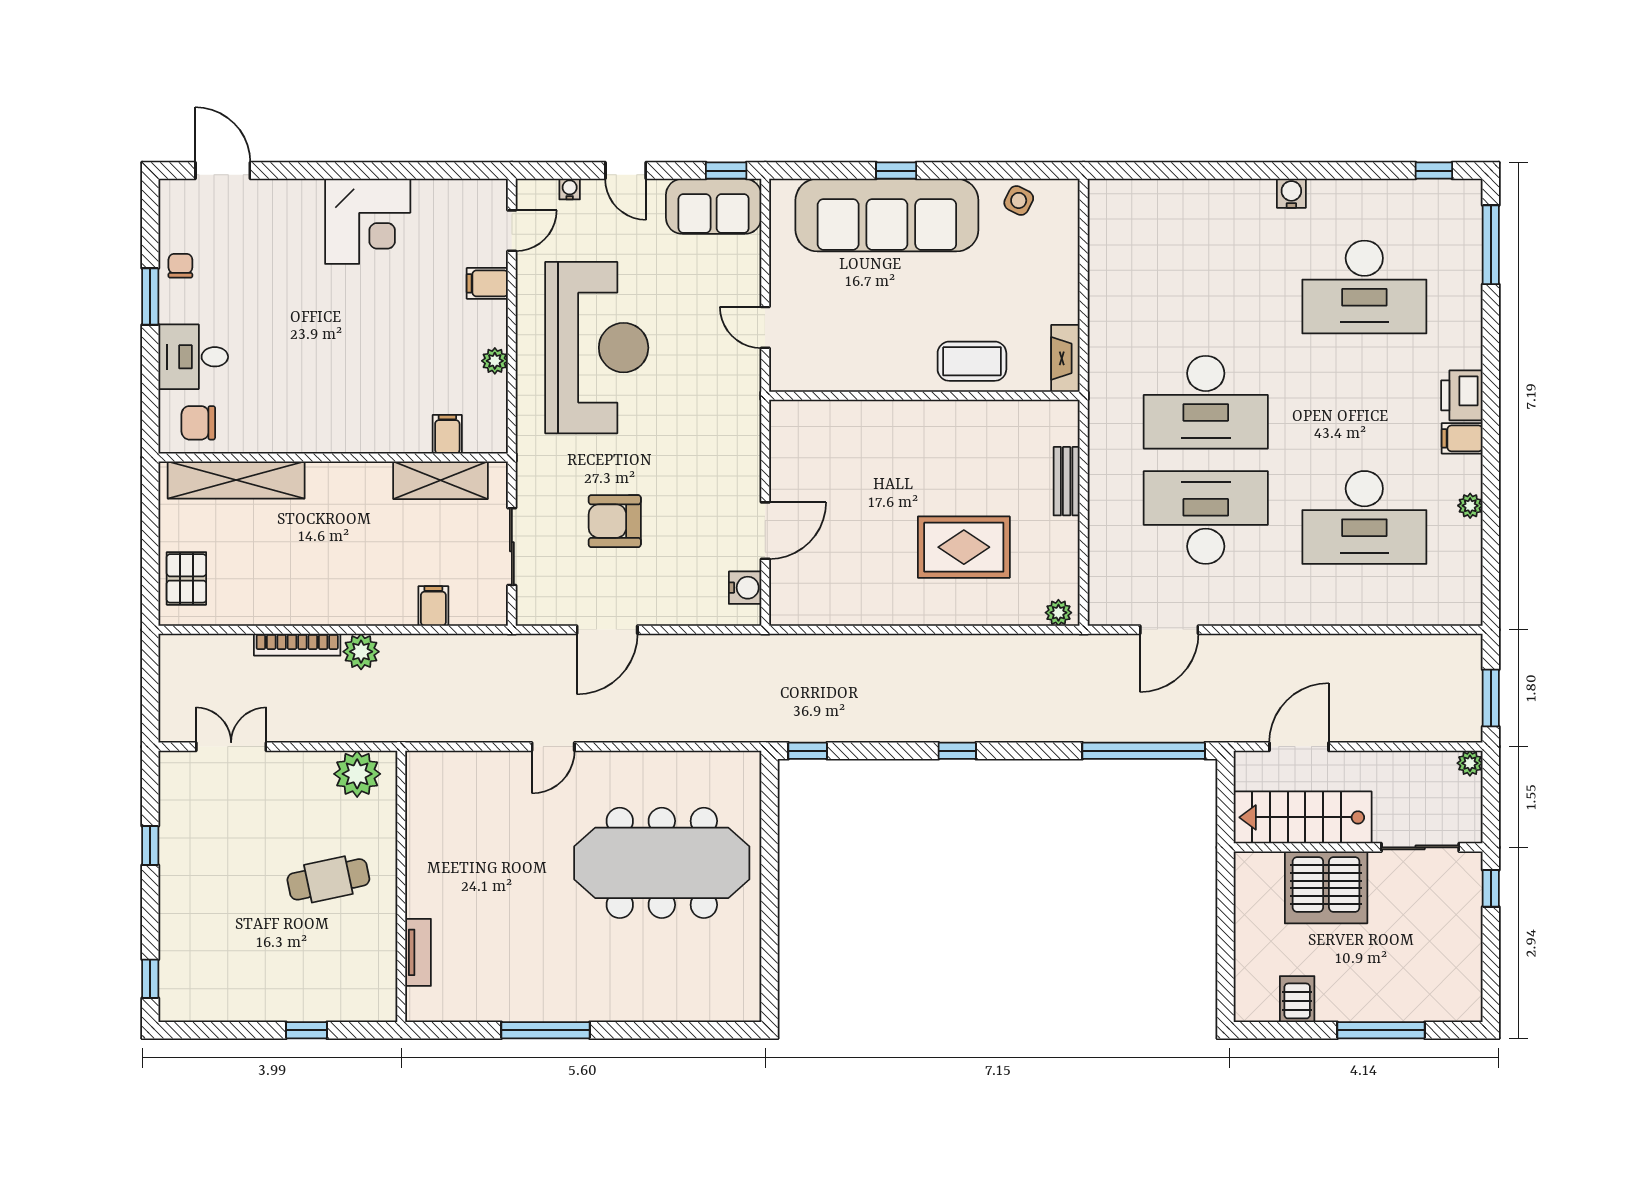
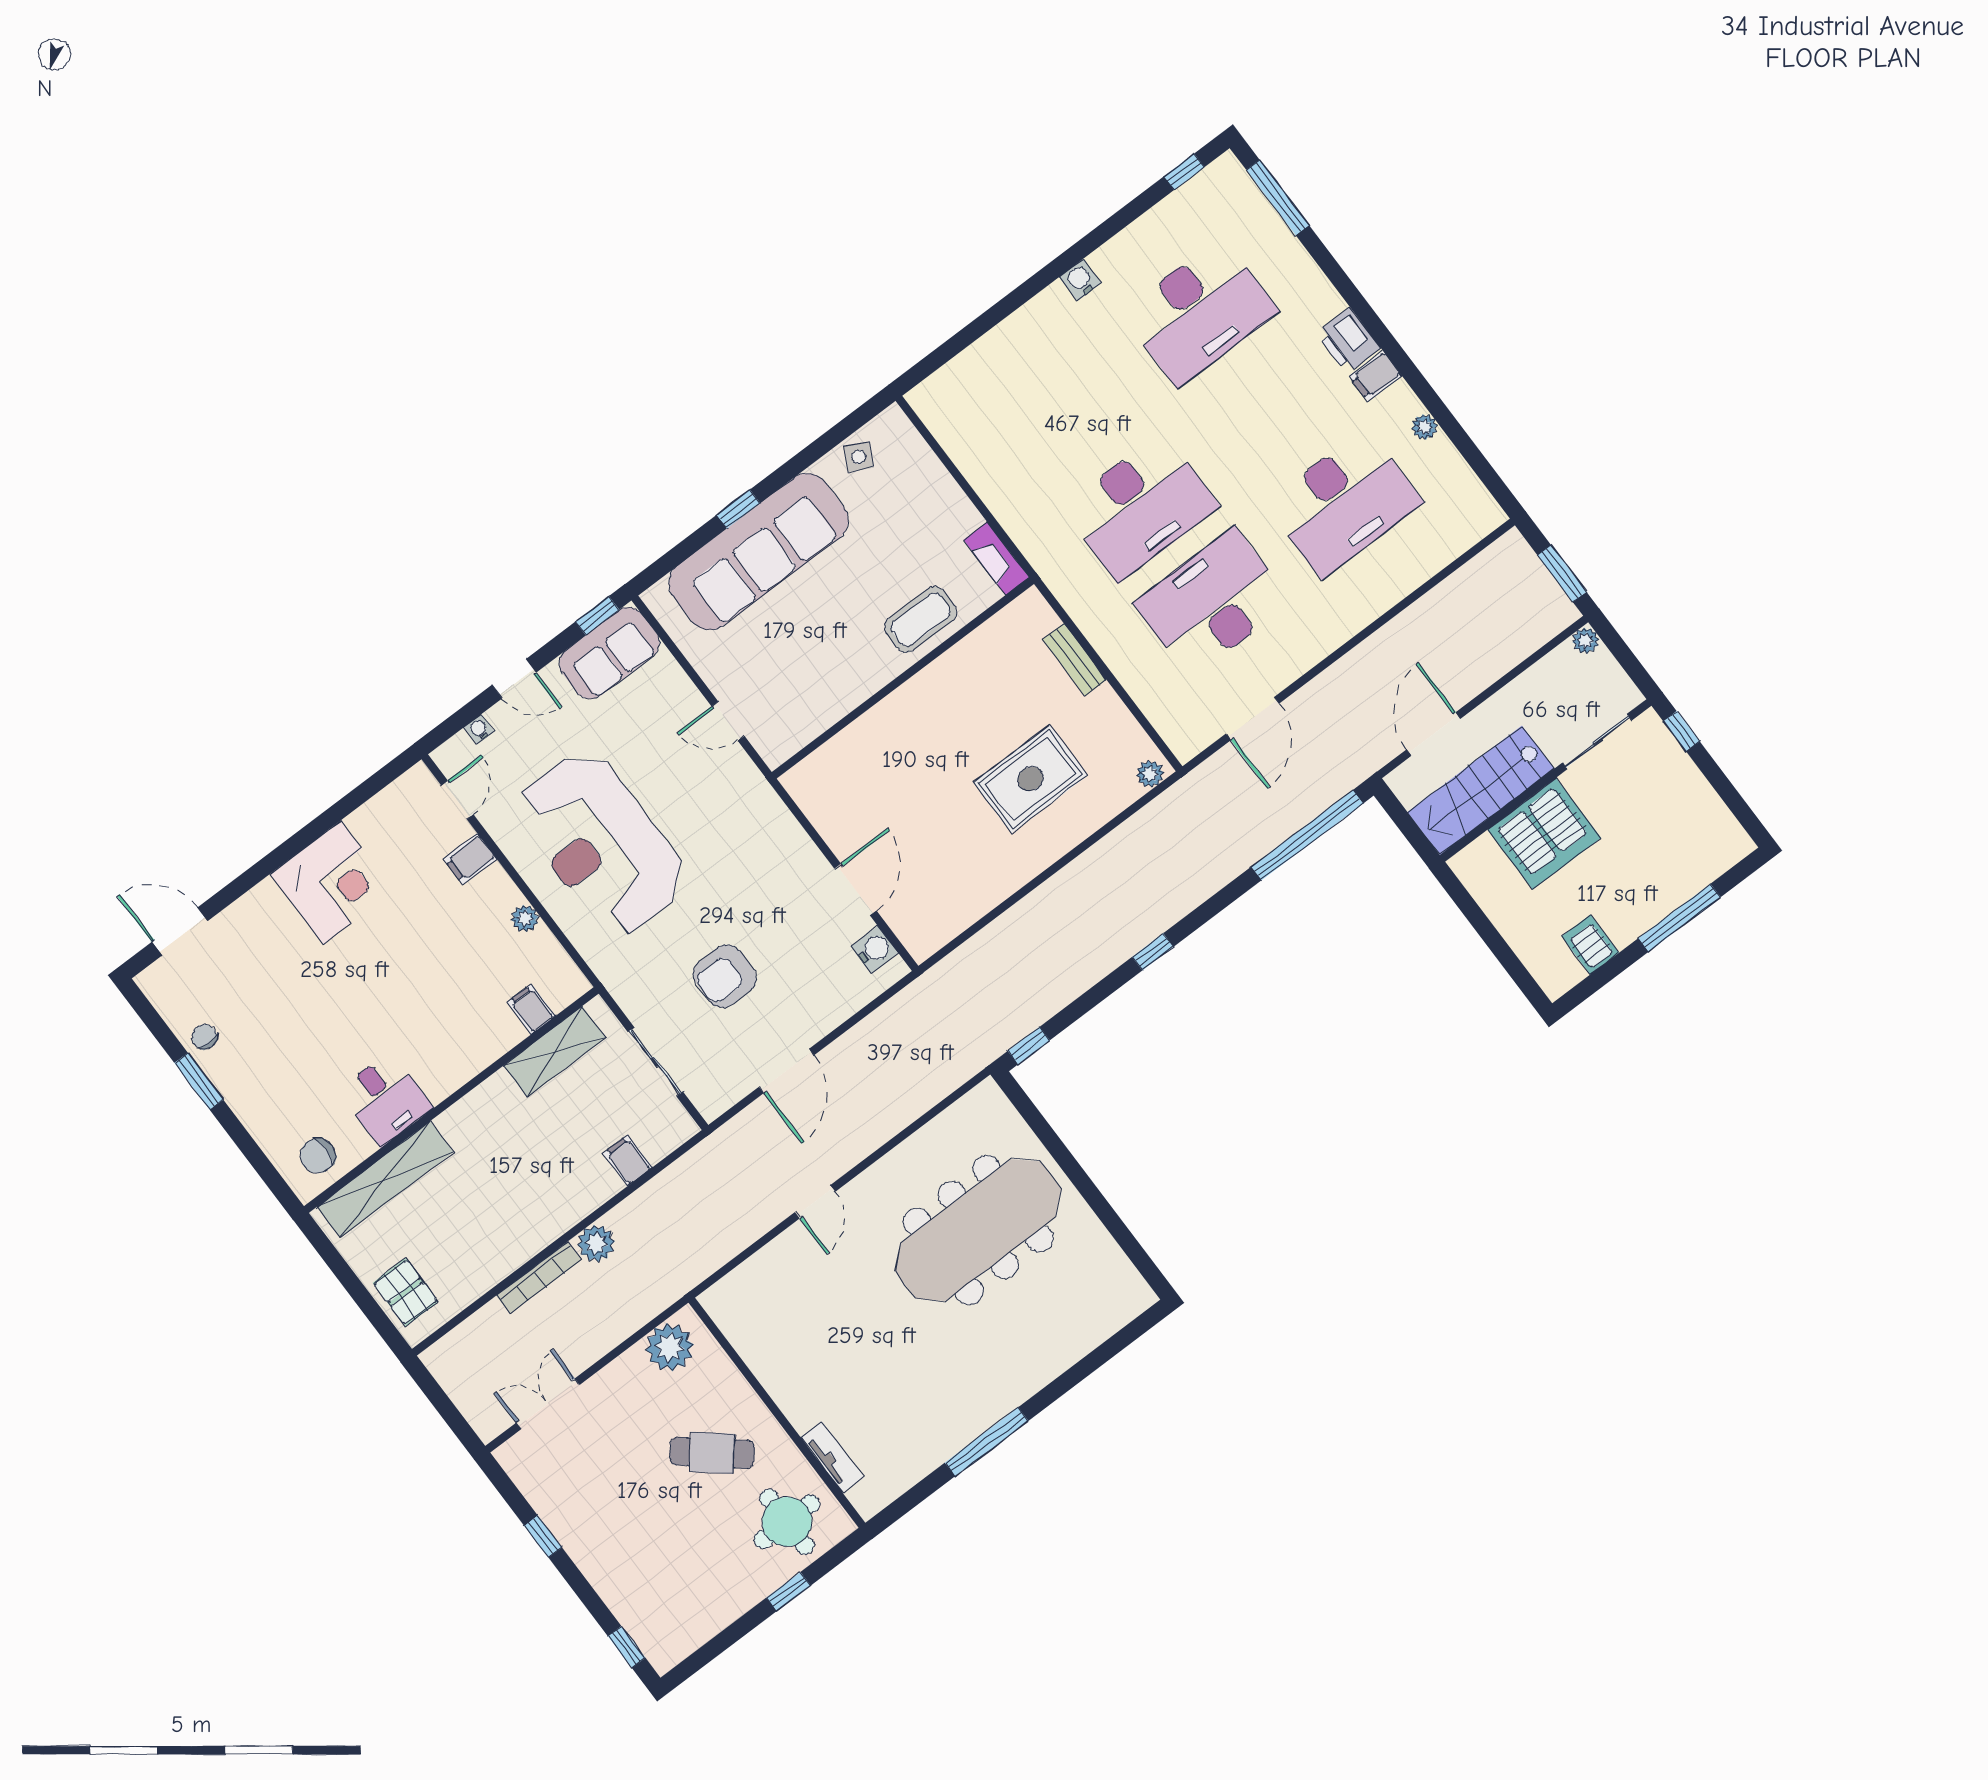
reception desk: (597, 348) -> (601, 844), turned 180
desk: (193, 357) -> (385, 1099), moved, turned -90
cafe table: (328, 879) -> (712, 1453), turned 52
round table: (346, 976) -> (787, 1522), added

